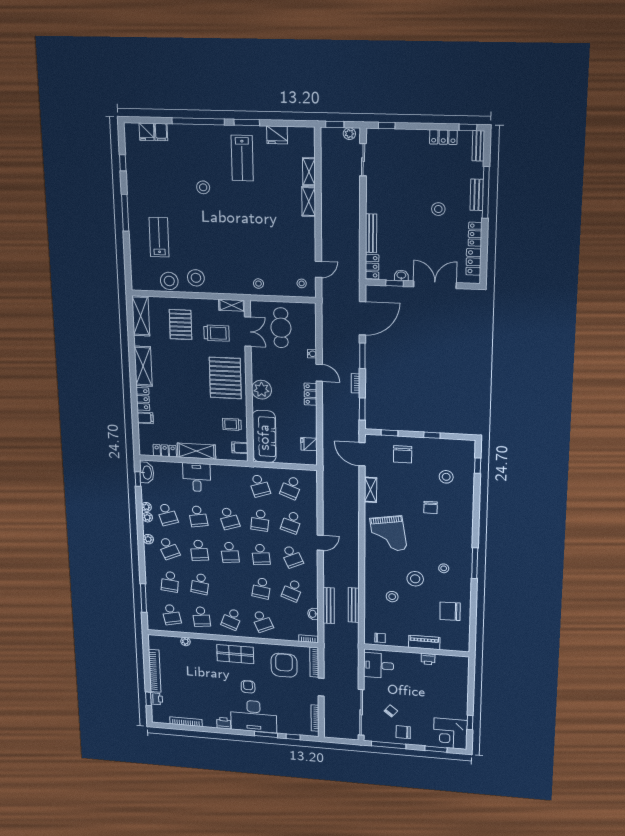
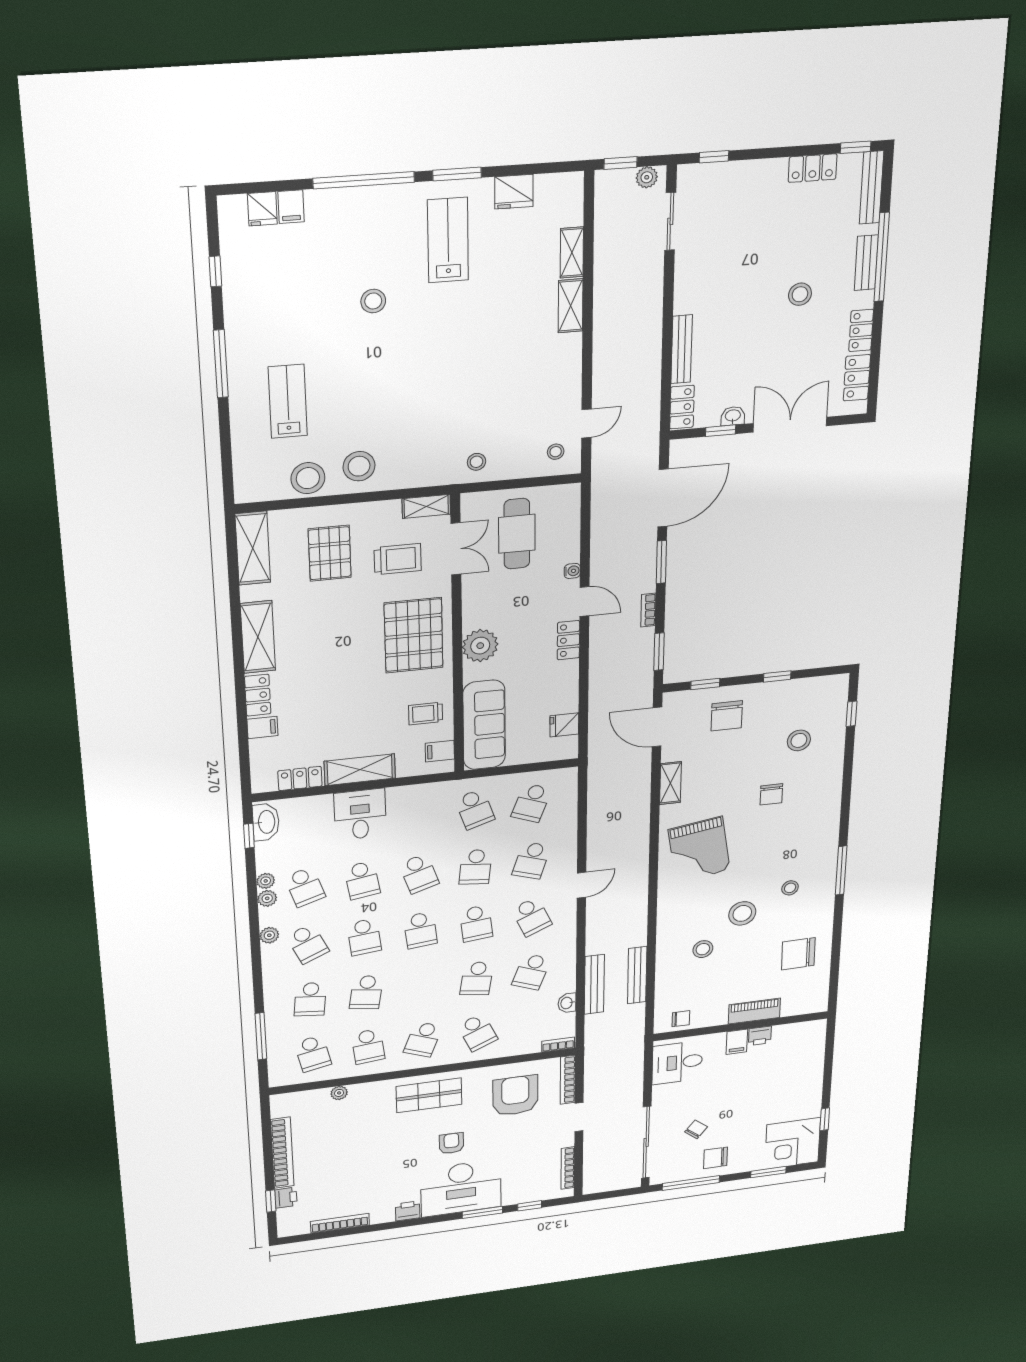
bench: (478, 146) -> (872, 187), width x1.36
lab bench: (242, 158) -> (448, 240), turned 180
filing cabinet: (414, 660) -> (737, 1042), added

